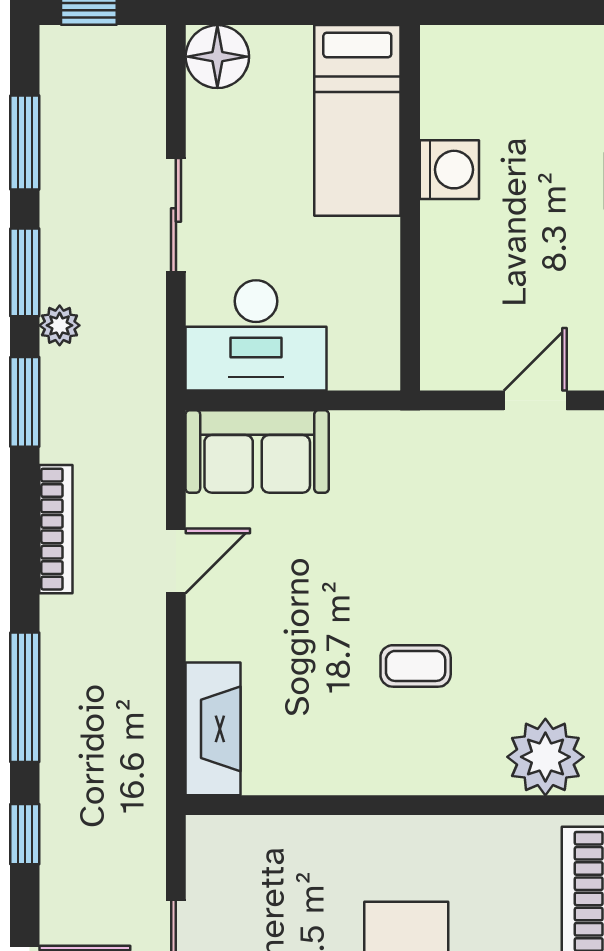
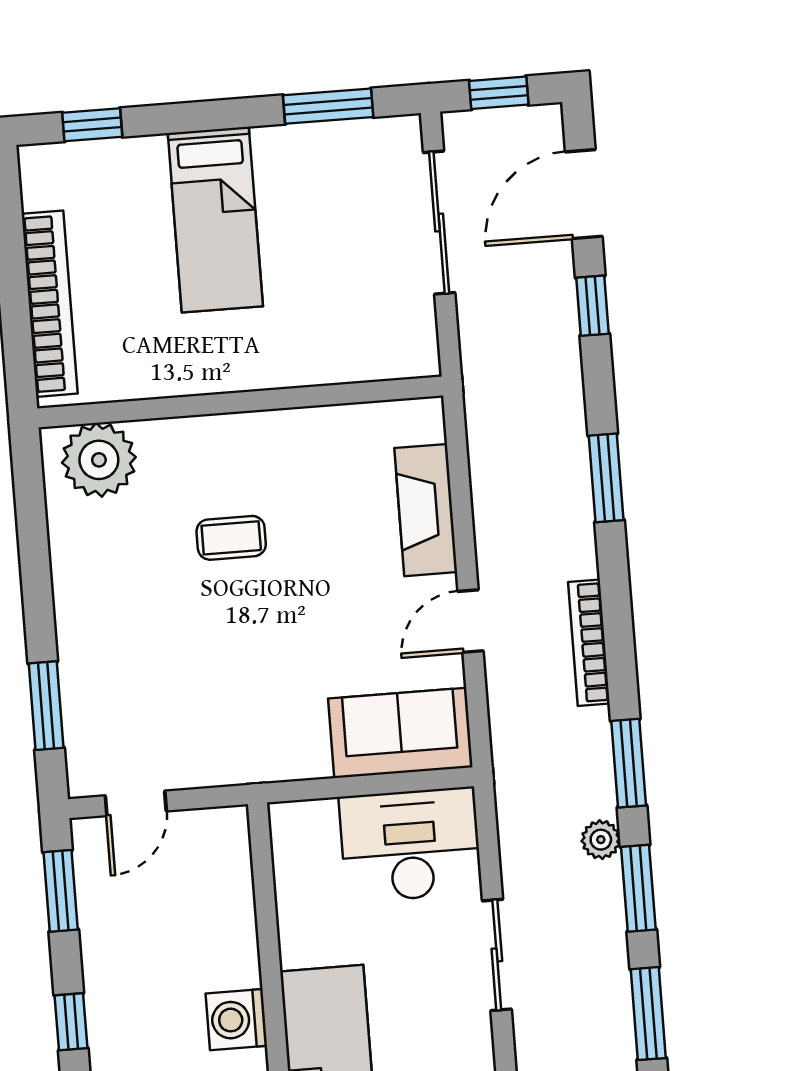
window: (25, 697) -> (606, 478), width x0.69
fireplace: (213, 729) -> (426, 510), moved
window: (25, 834) -> (593, 306), moved

